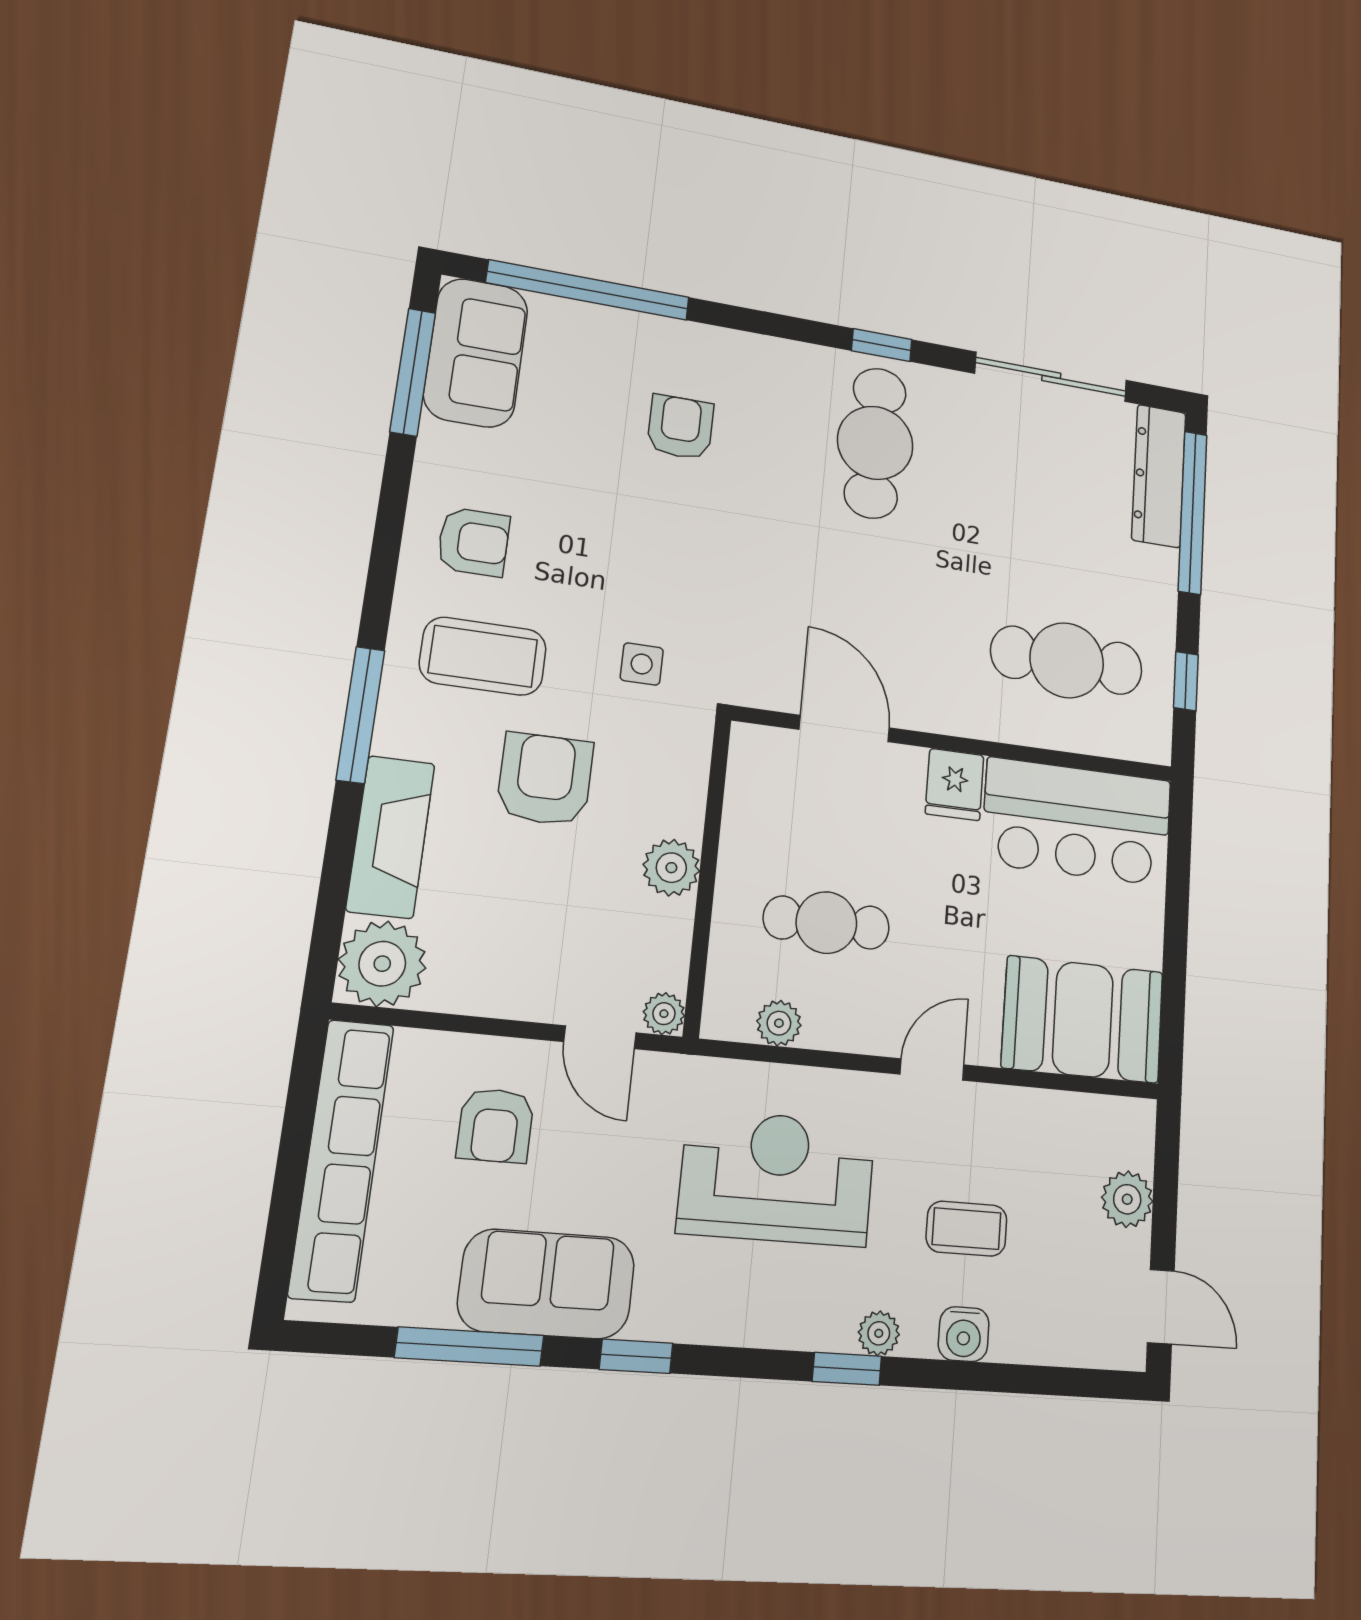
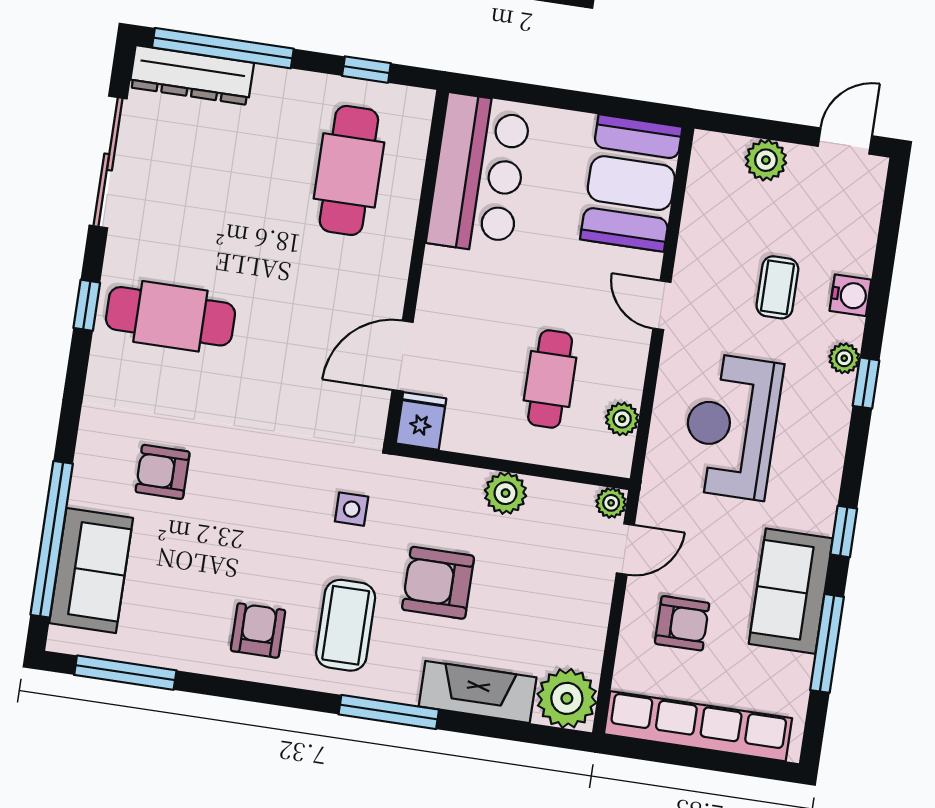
sofa: (476, 353) -> (91, 571), moved, turned 90
fridge: (955, 784) -> (421, 421), moved, turned -90

